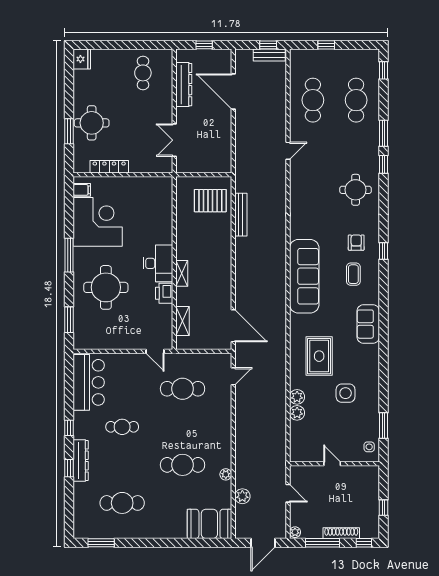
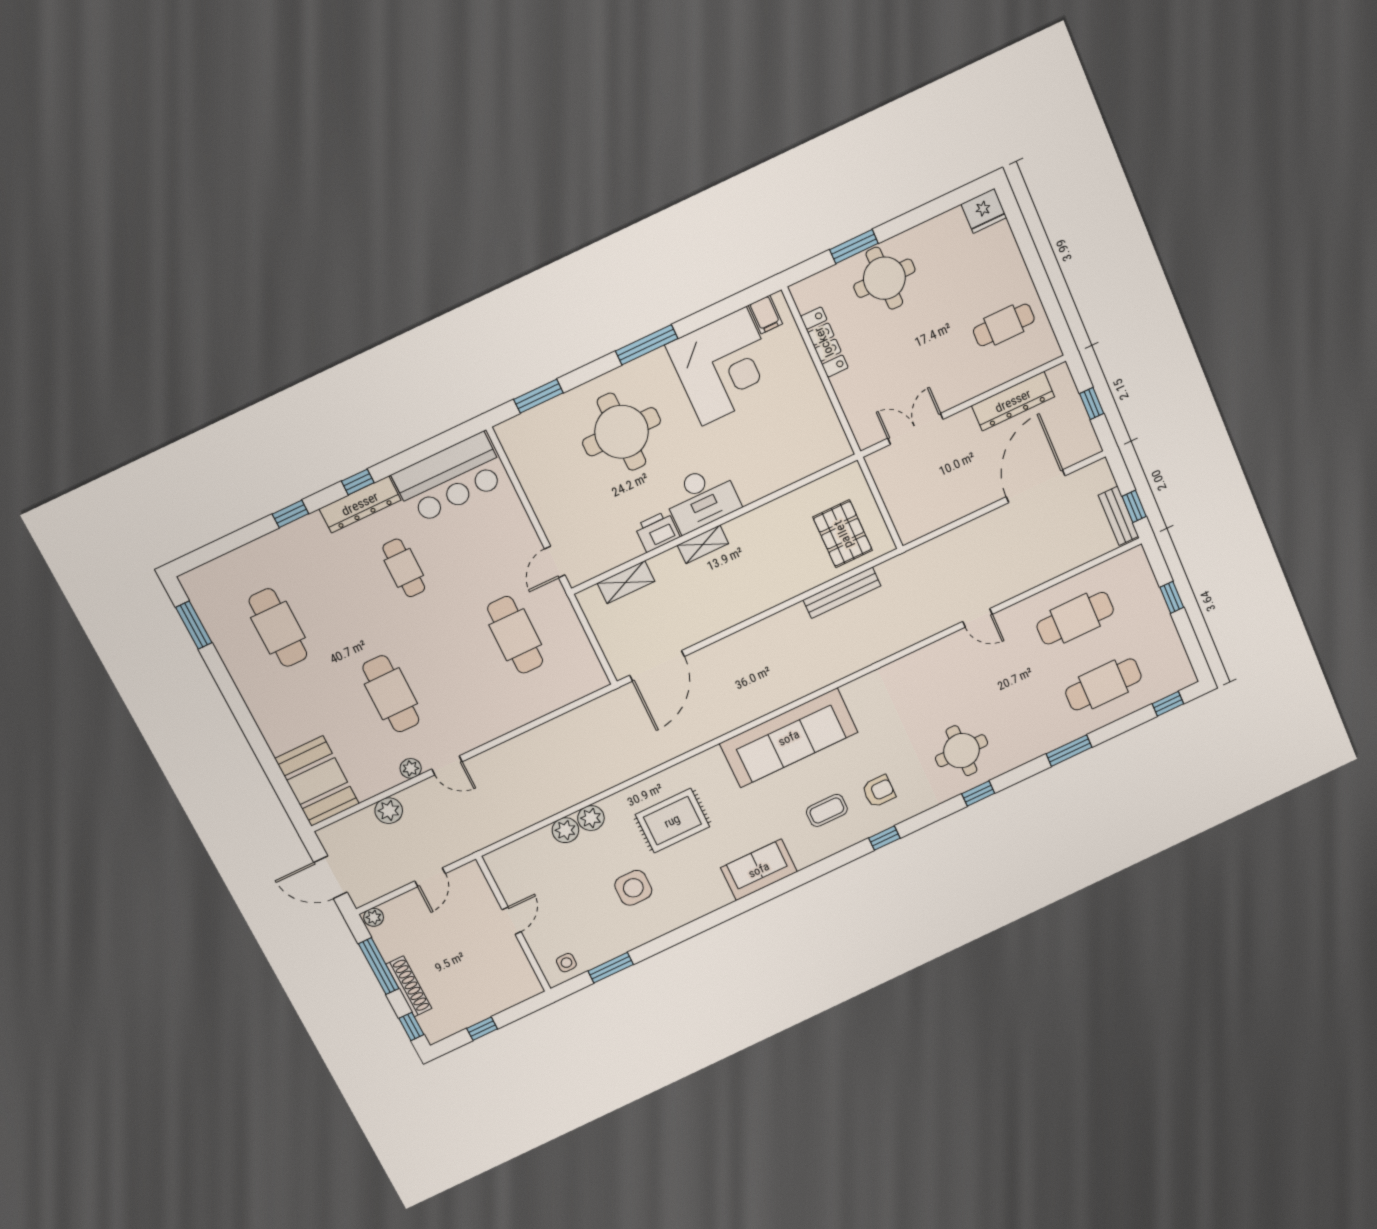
window: (384, 164) -> (978, 794), moved
door: (233, 376) -> (447, 765), moved
dresser: (81, 460) -> (360, 504), moved

